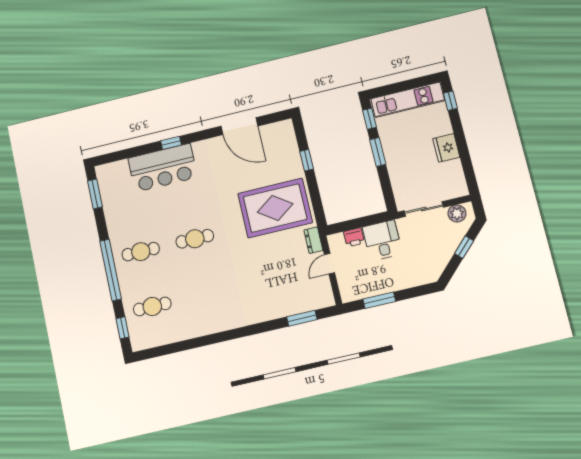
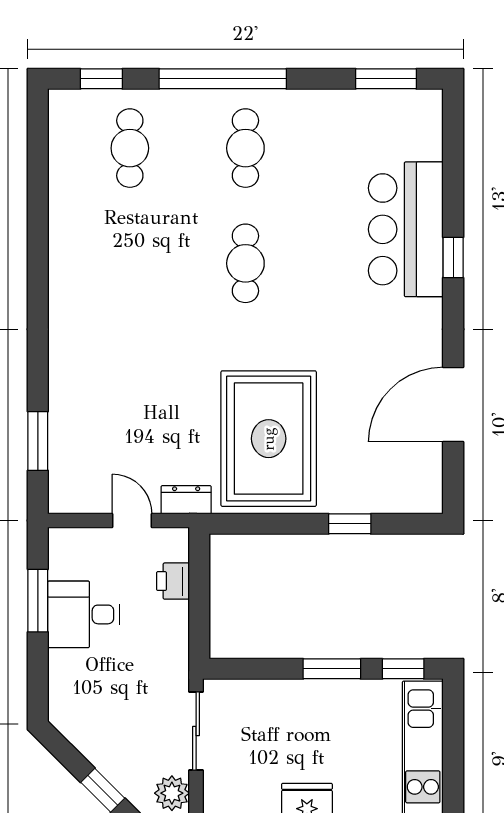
desk: (382, 240) -> (84, 614), moved, turned 180

